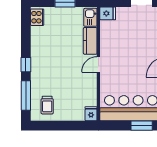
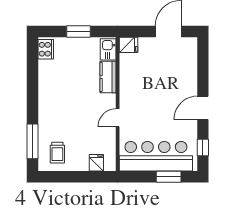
door: (98, 64) -> (118, 118), moved
window: (26, 65) -> (32, 105), removed
fridge: (91, 114) -> (96, 163), moved

